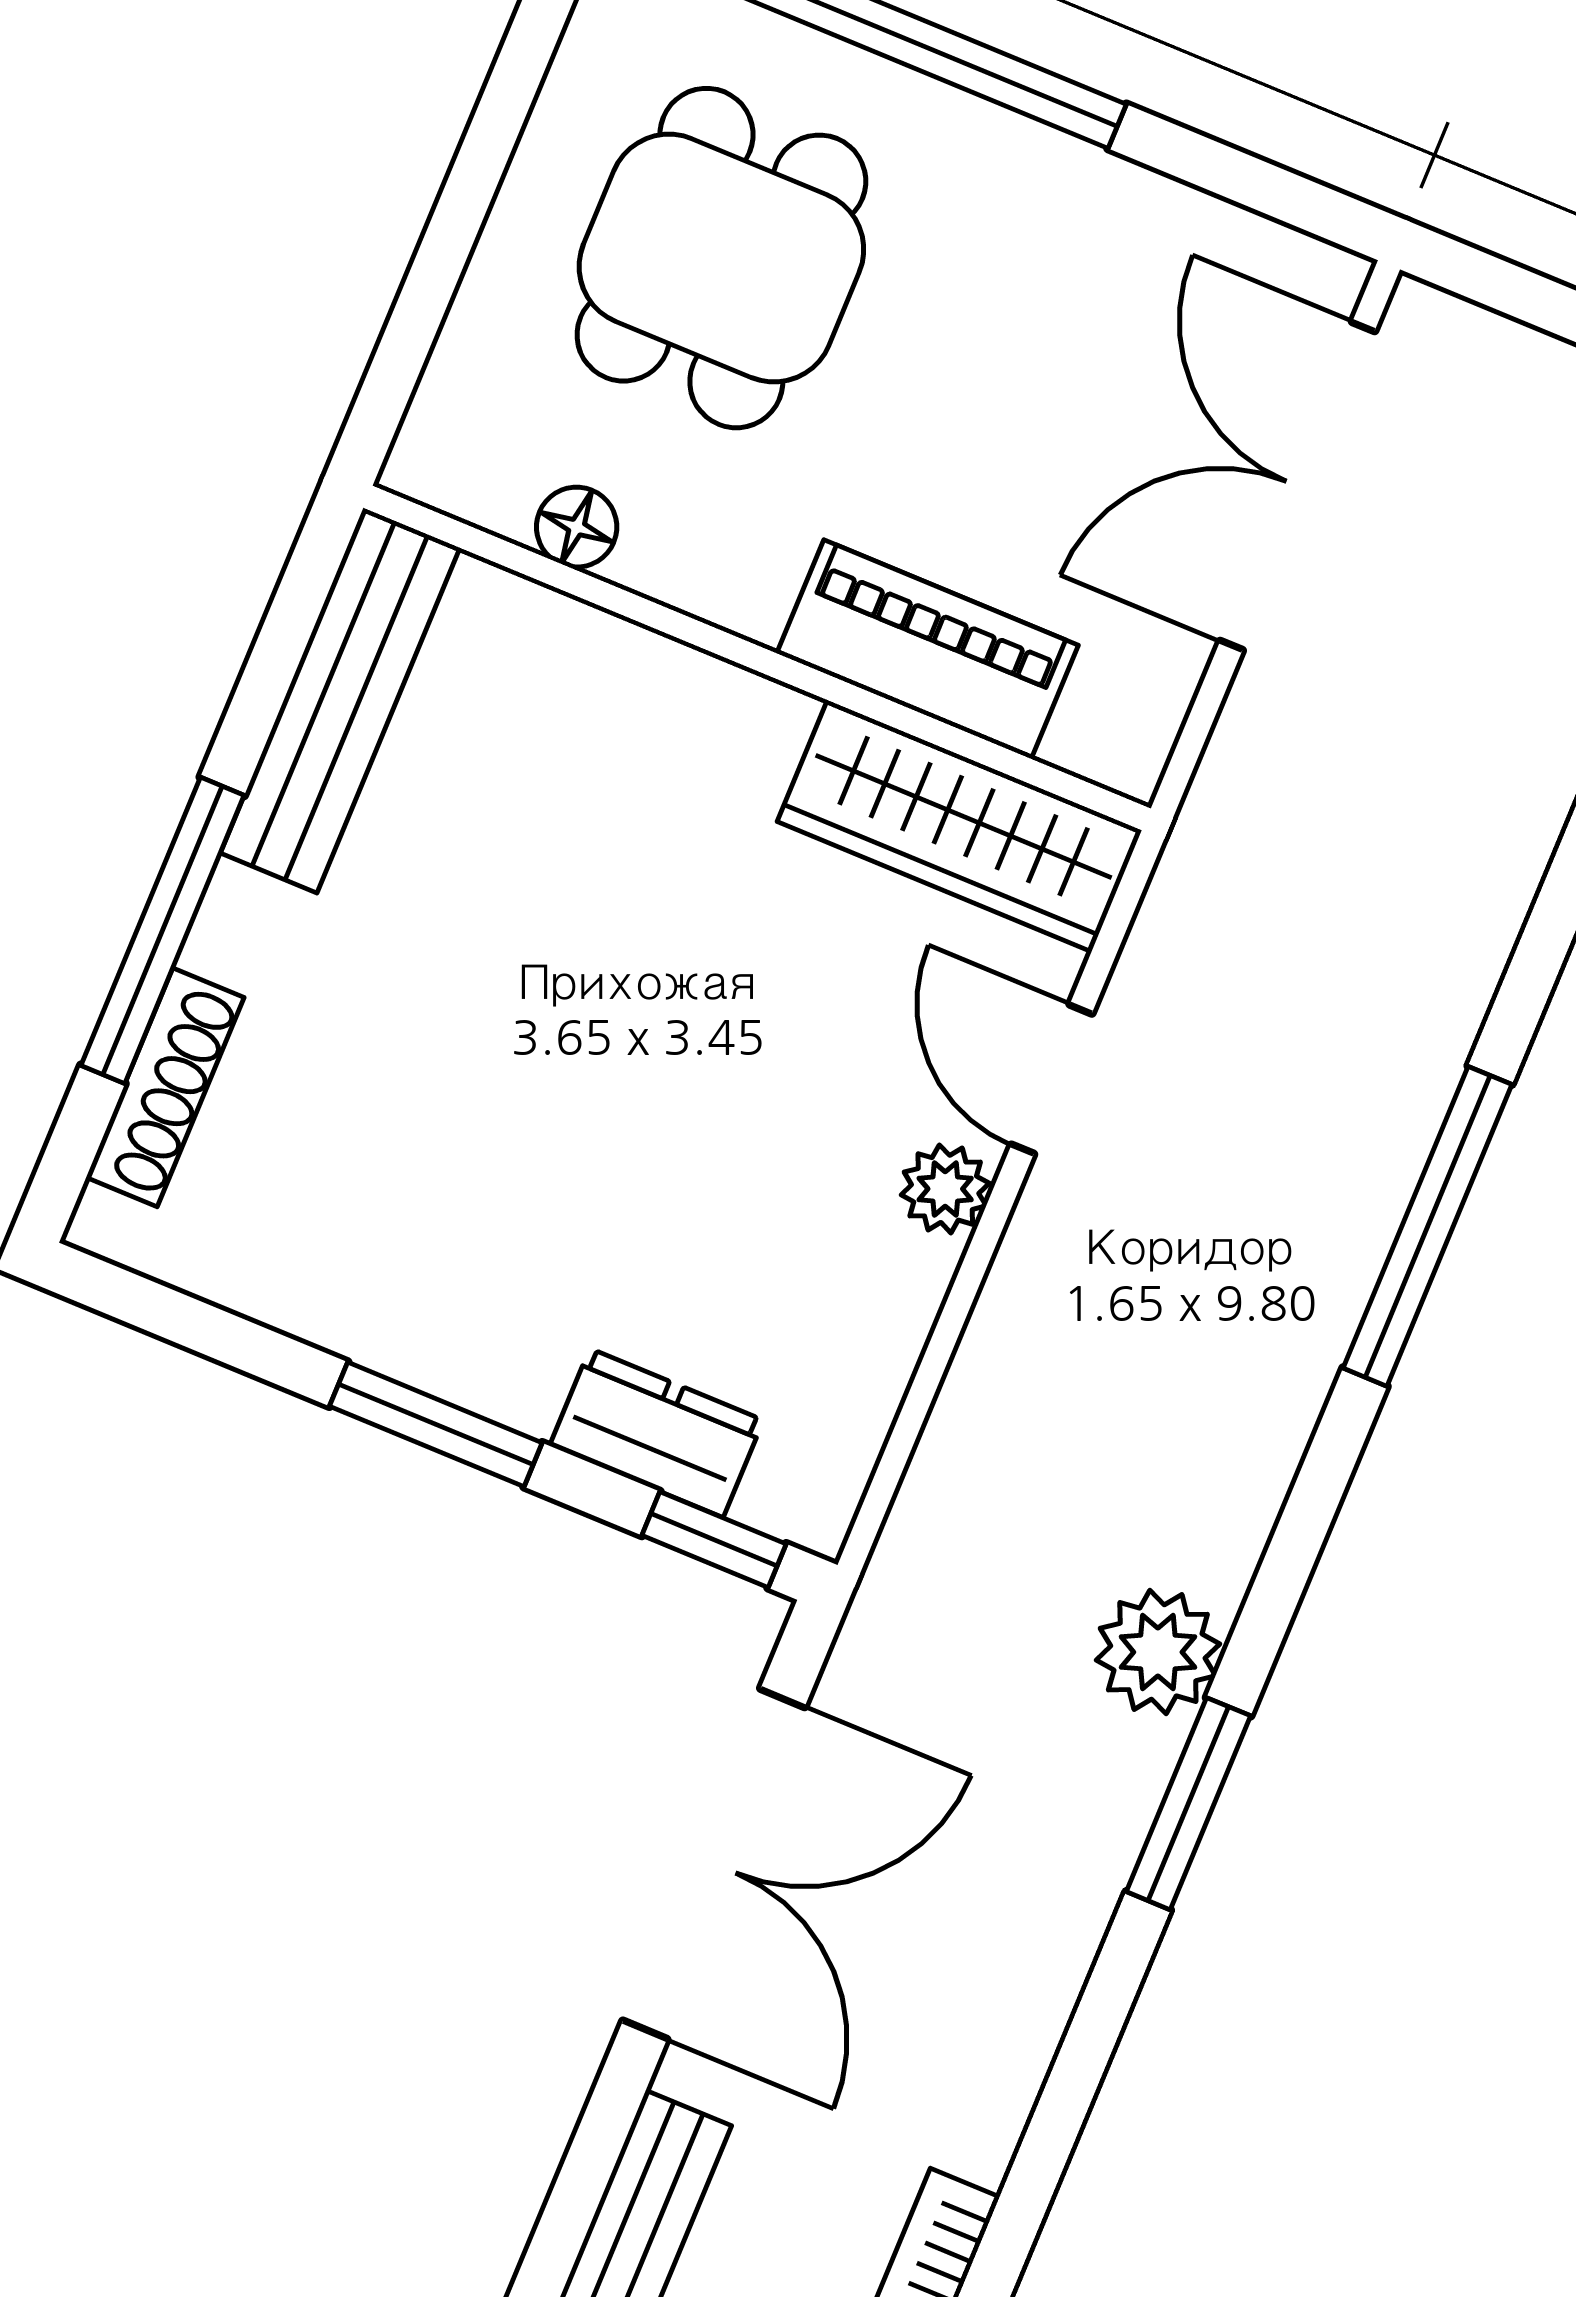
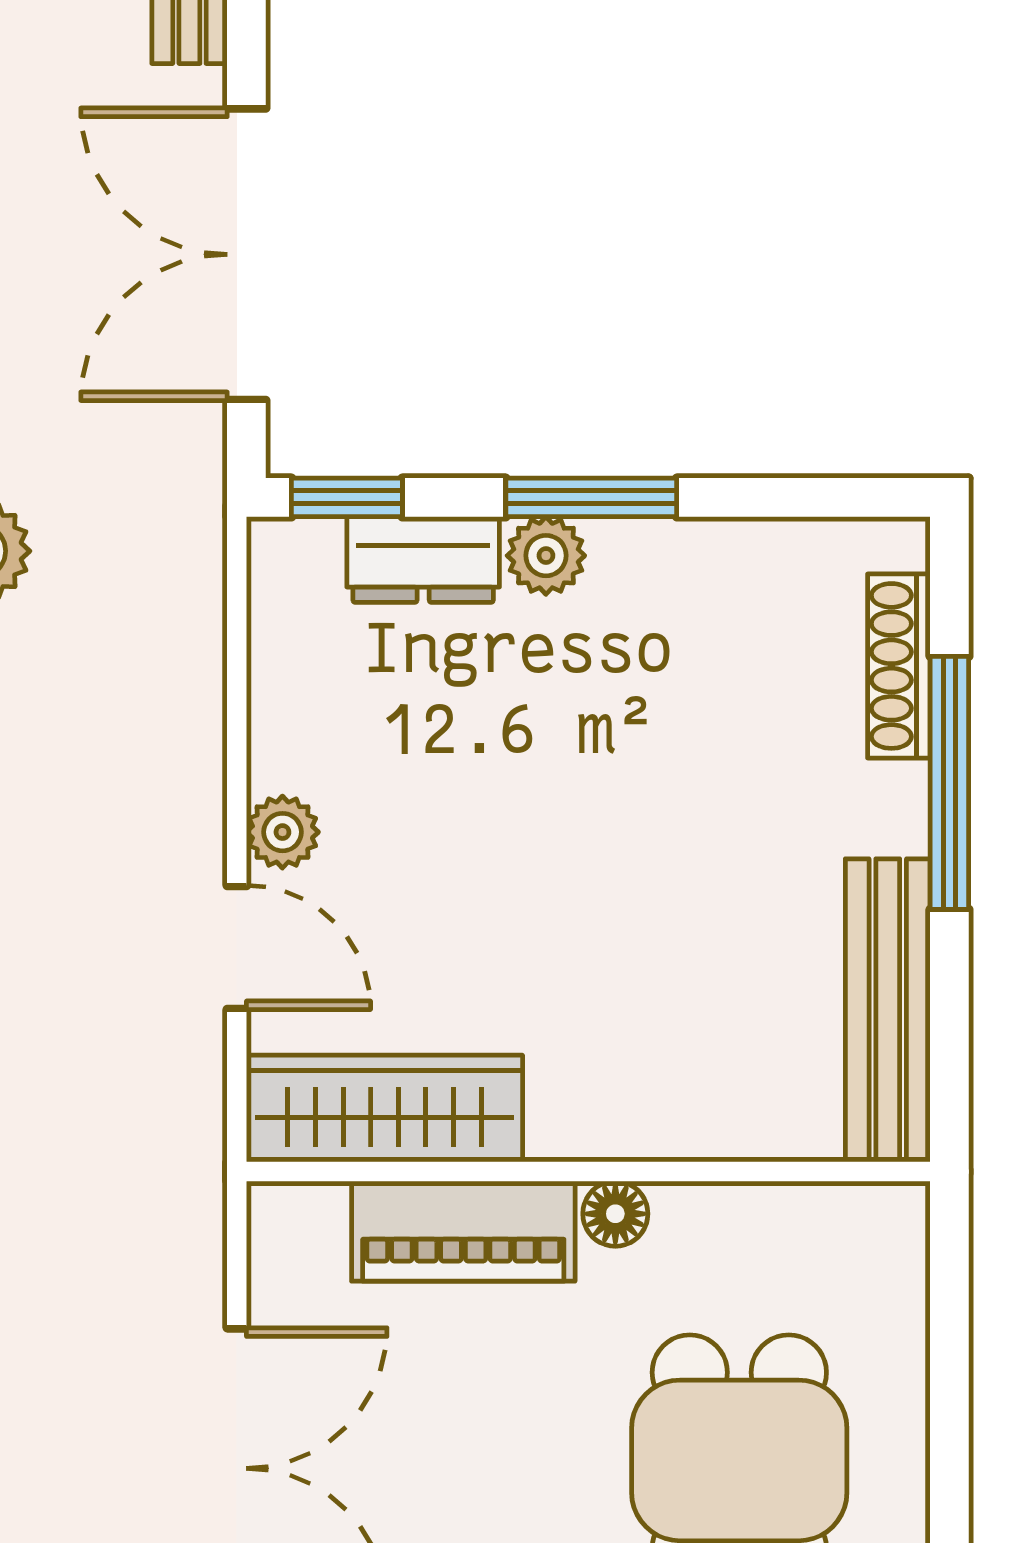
floor lamp: (577, 527) -> (615, 1214), moved
plant: (515, 1380) -> (546, 556), added

